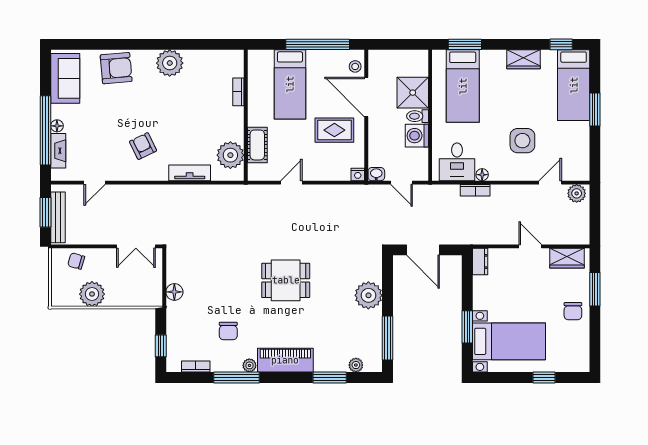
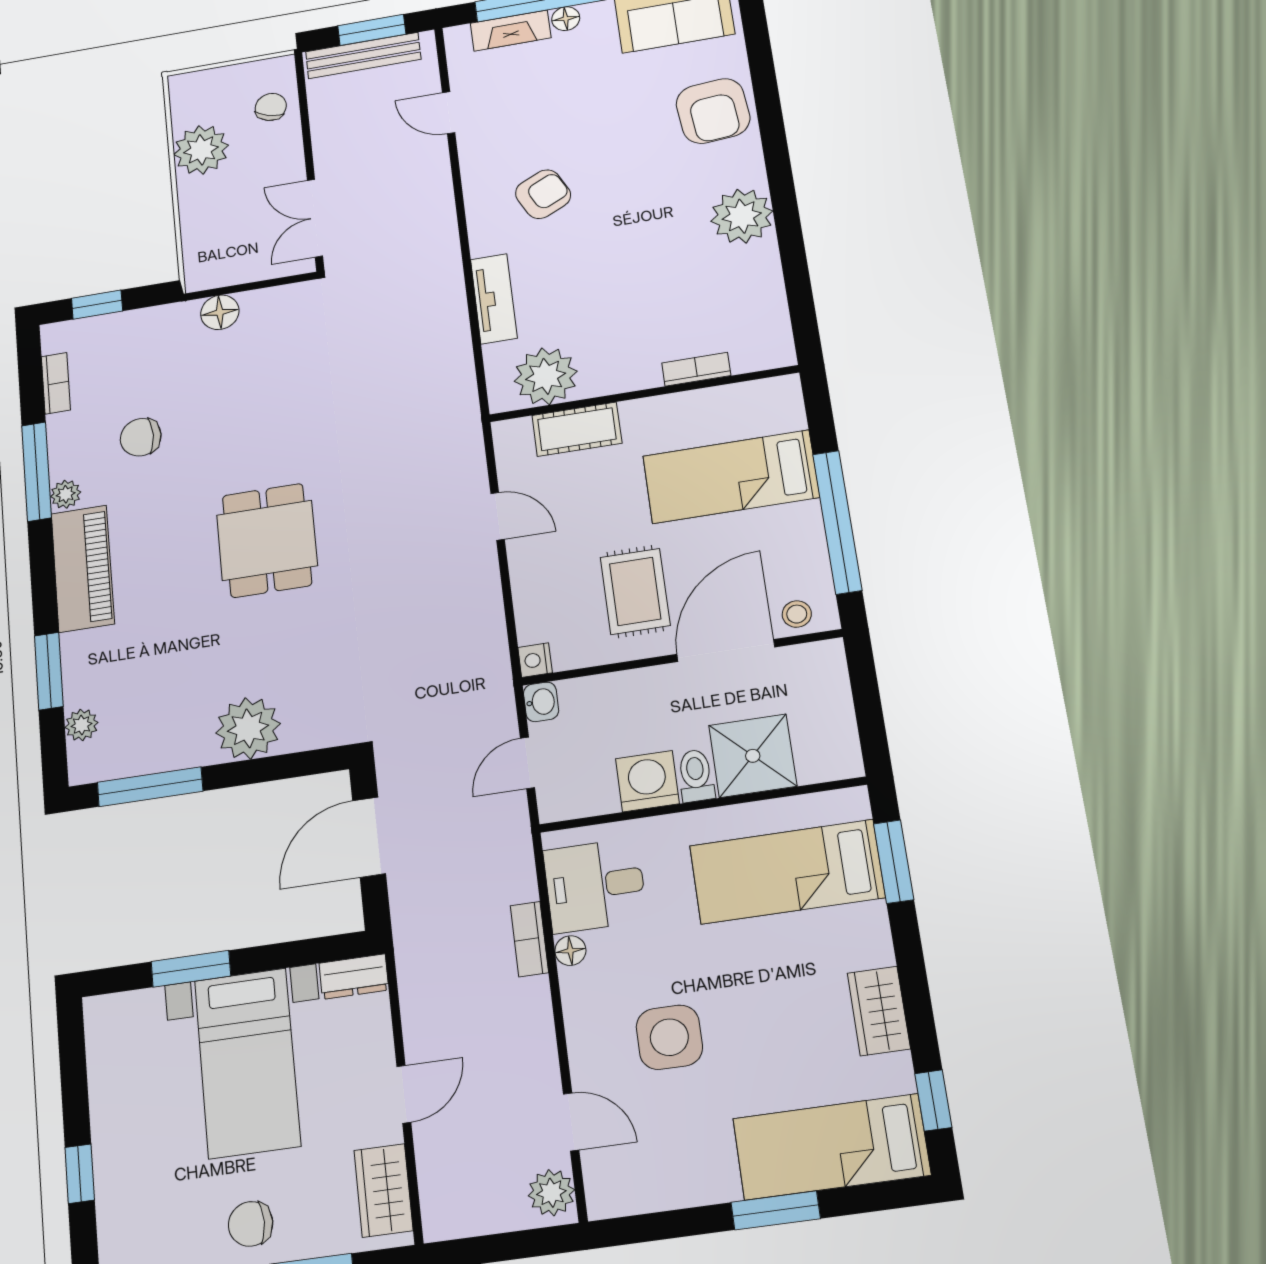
bed with nightstands: (509, 341) -> (247, 1063), moved

